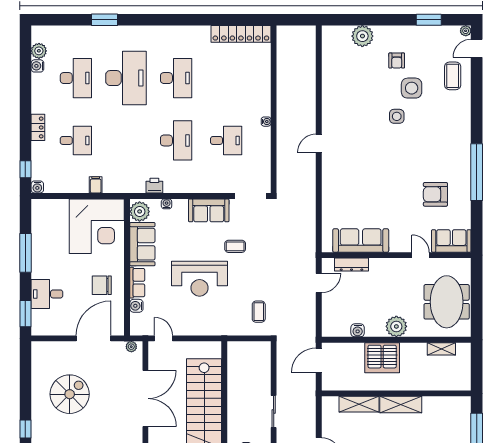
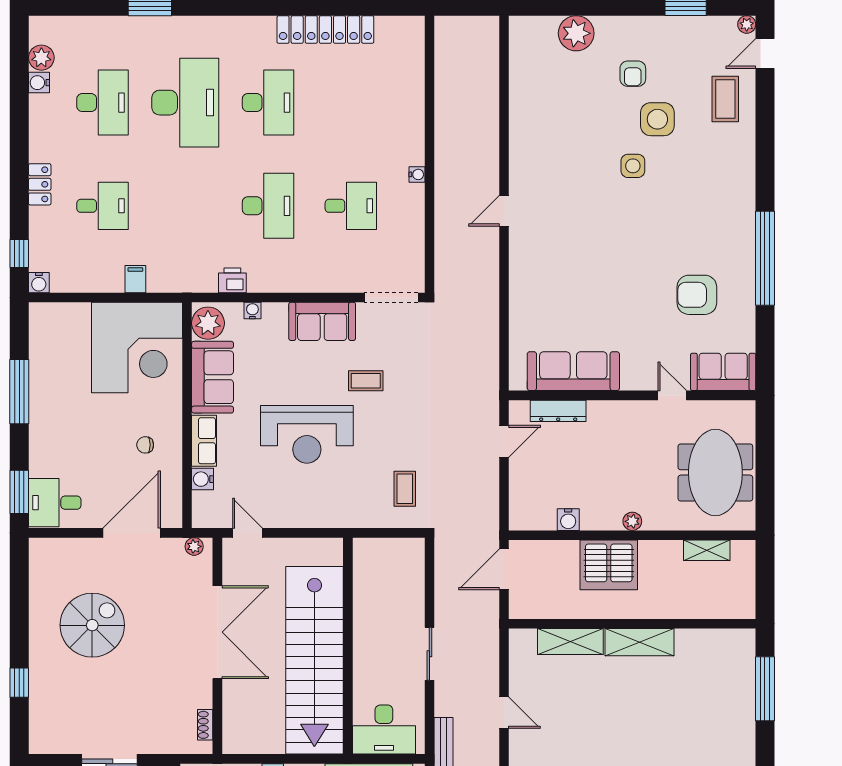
locker: (241, 34) -> (325, 30), moved
chair: (102, 285) -> (145, 445), width x0.54, depth x0.54
desk: (47, 294) -> (55, 503), moved
plant: (396, 326) -> (632, 521), width x0.53, depth x0.53

